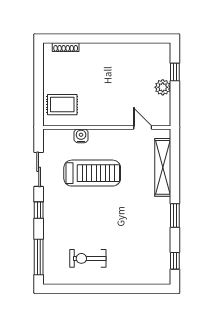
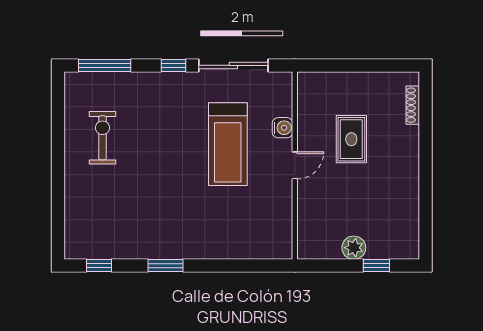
rug: (62, 105) -> (351, 139), moved
door: (143, 128) -> (295, 165), moved
shelving: (163, 167) -> (236, 248), removed
sliding door: (39, 169) -> (233, 65), width x1.37

